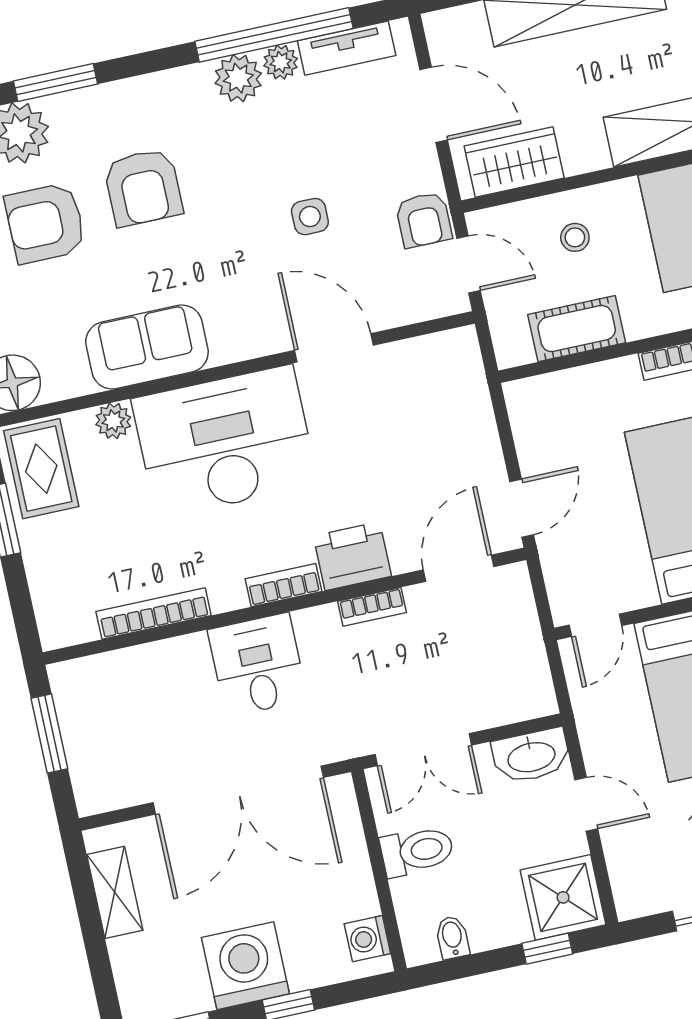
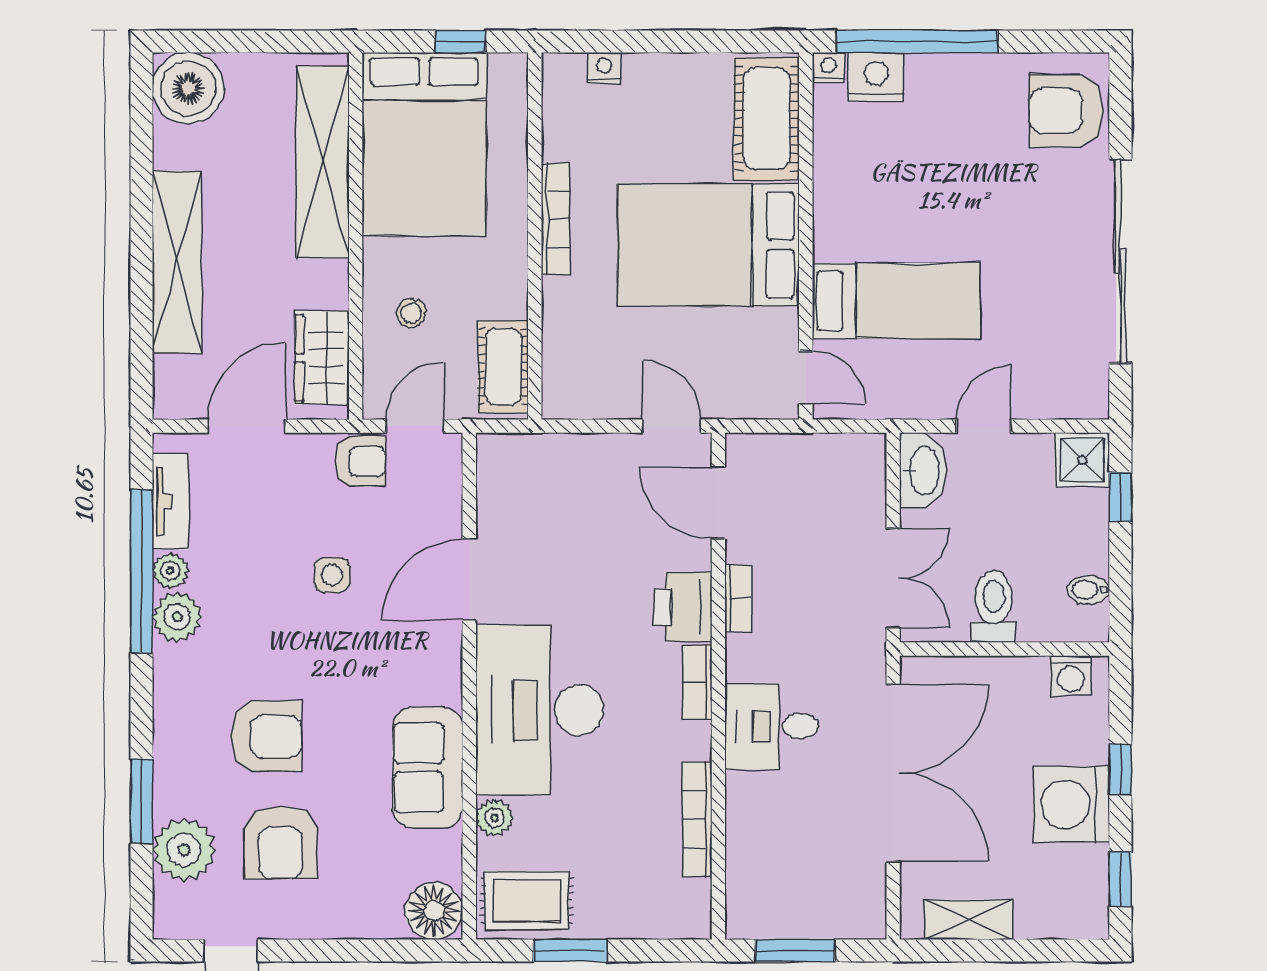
cot: (577, 329) -> (503, 367), moved
shower: (563, 897) -> (1082, 460), width x0.73, depth x0.73

